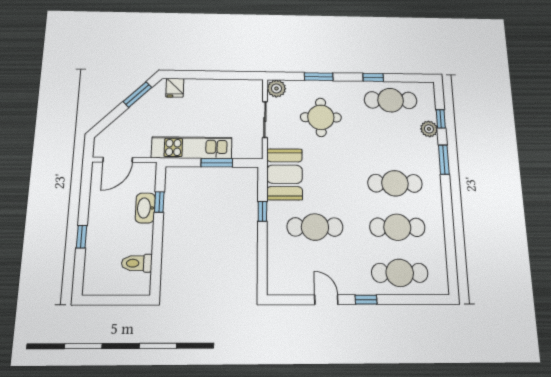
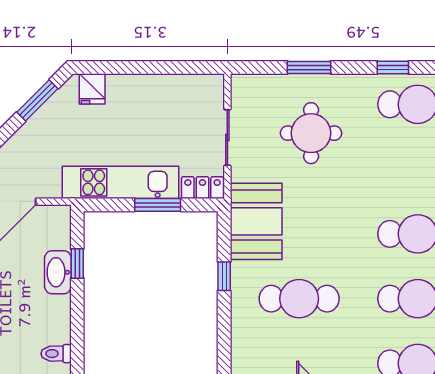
plant: (276, 88) -> (245, 88), removed
locker: (248, 152) -> (202, 188), added
toilet: (137, 263) -> (56, 354), width x0.73, depth x0.72

